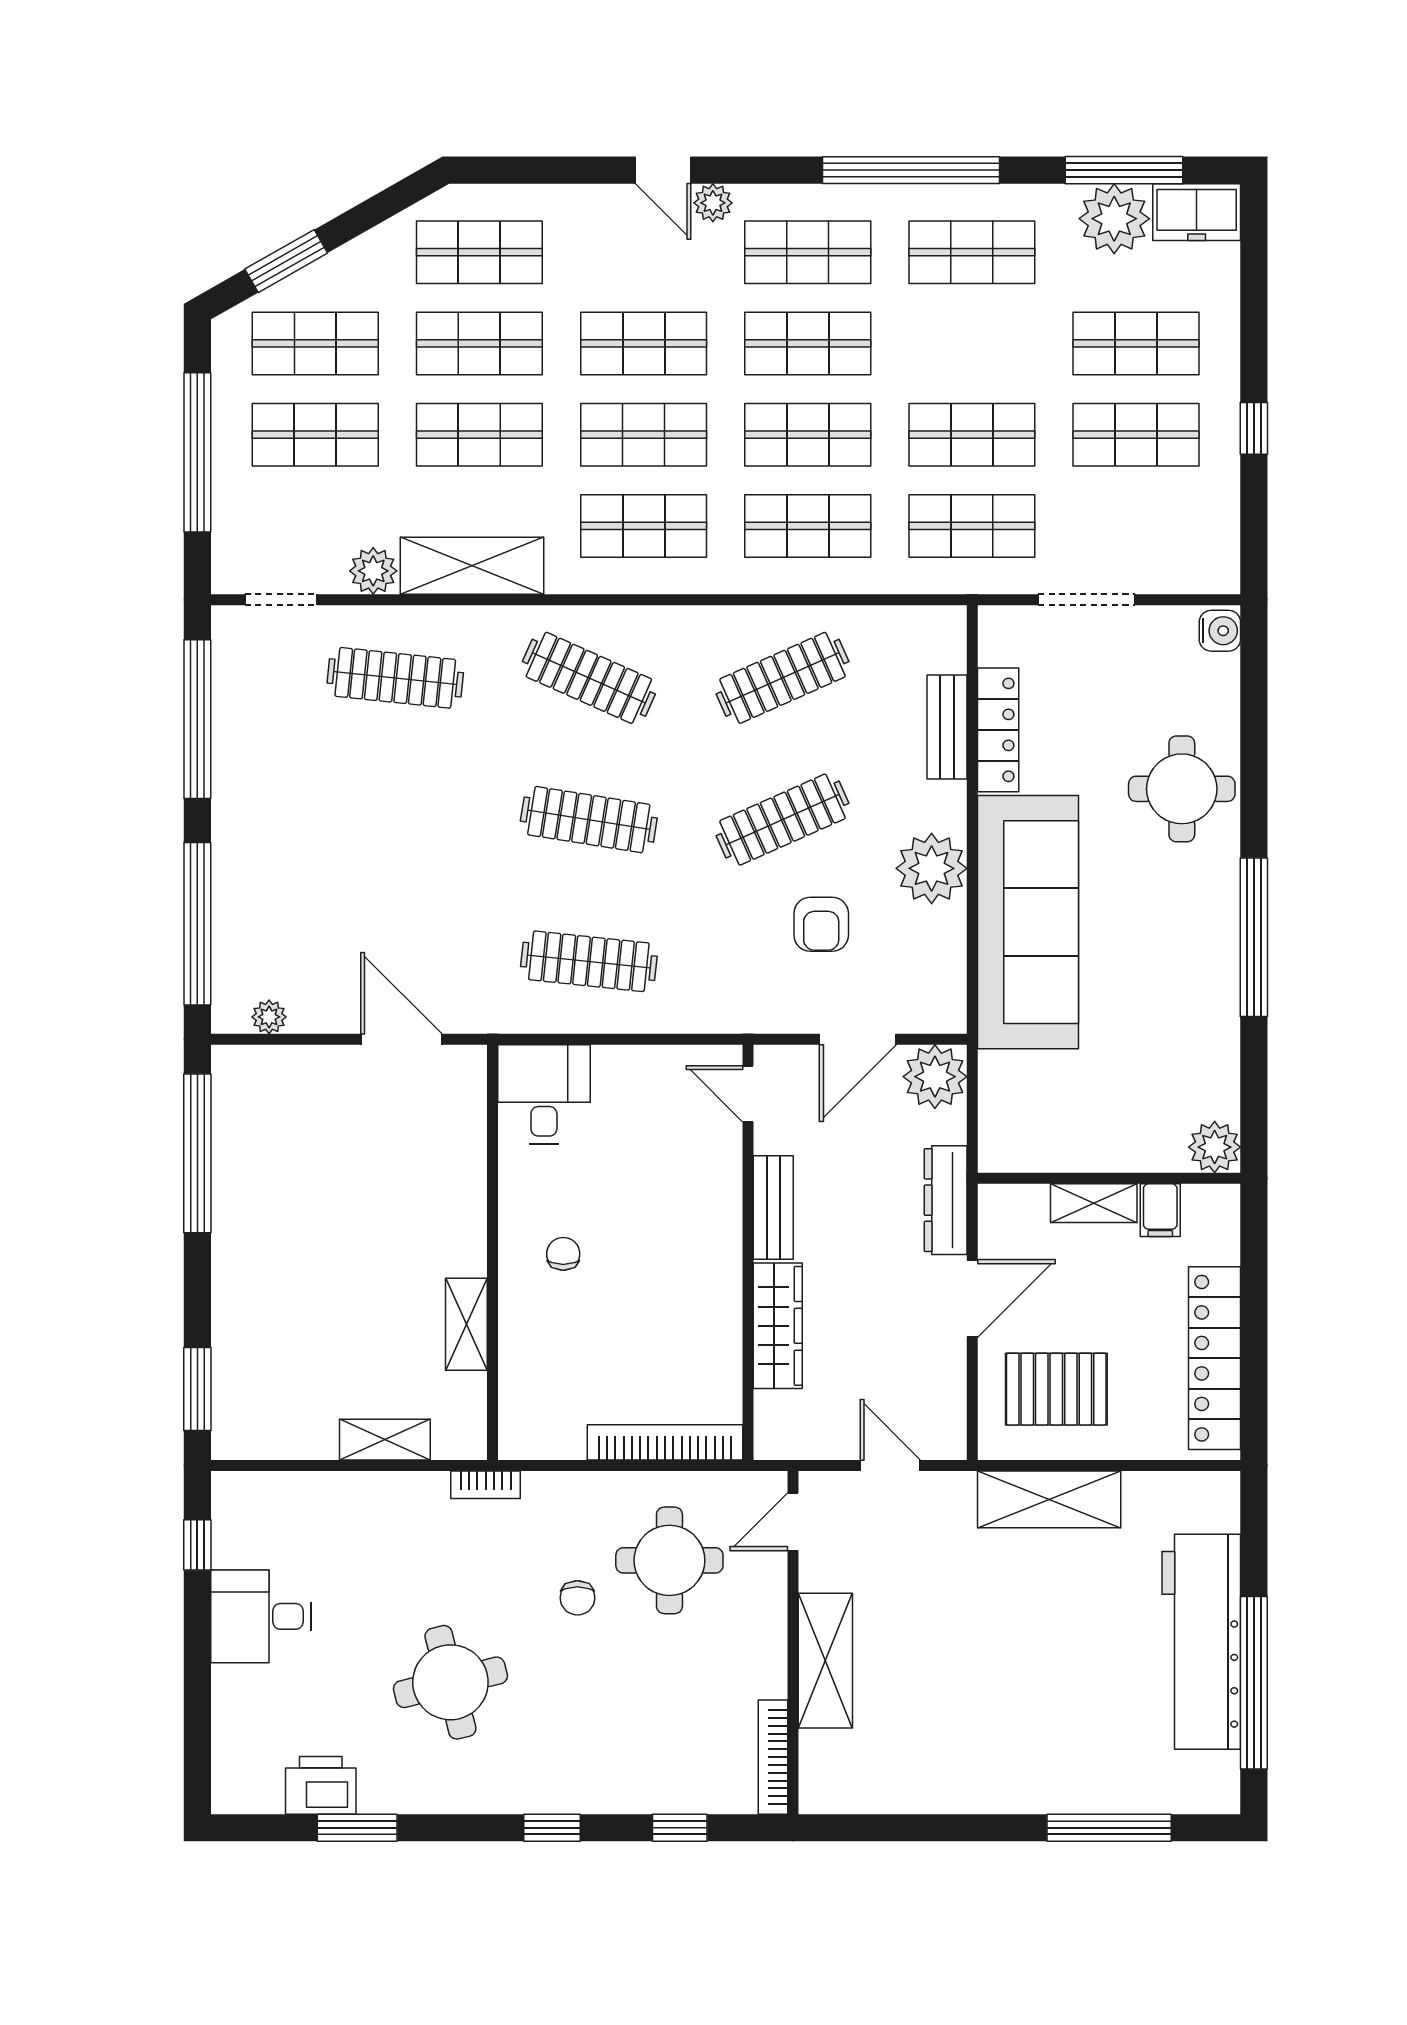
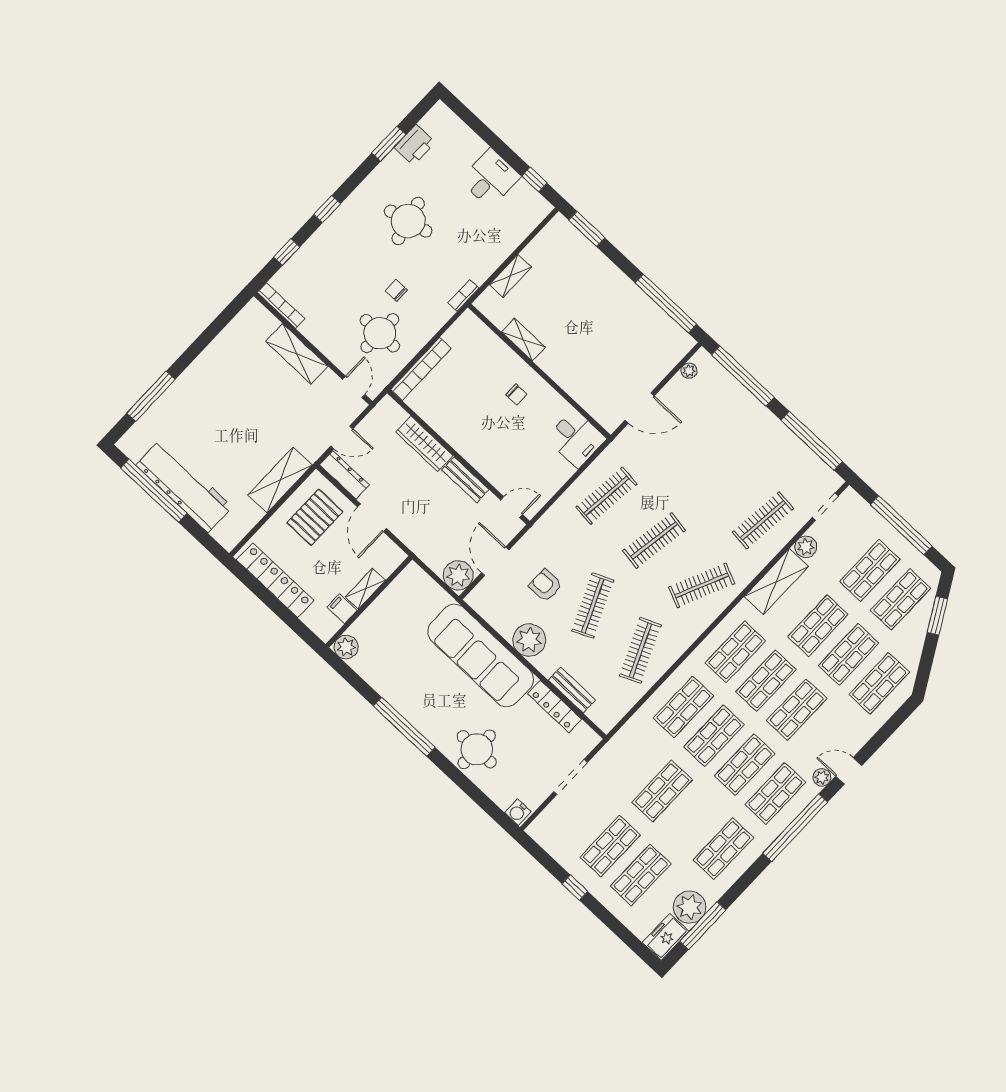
window: (911, 170) -> (795, 828), moved
shop shelf: (972, 526) -> (631, 762), removed
dresser: (946, 1200) -> (344, 475), moved

